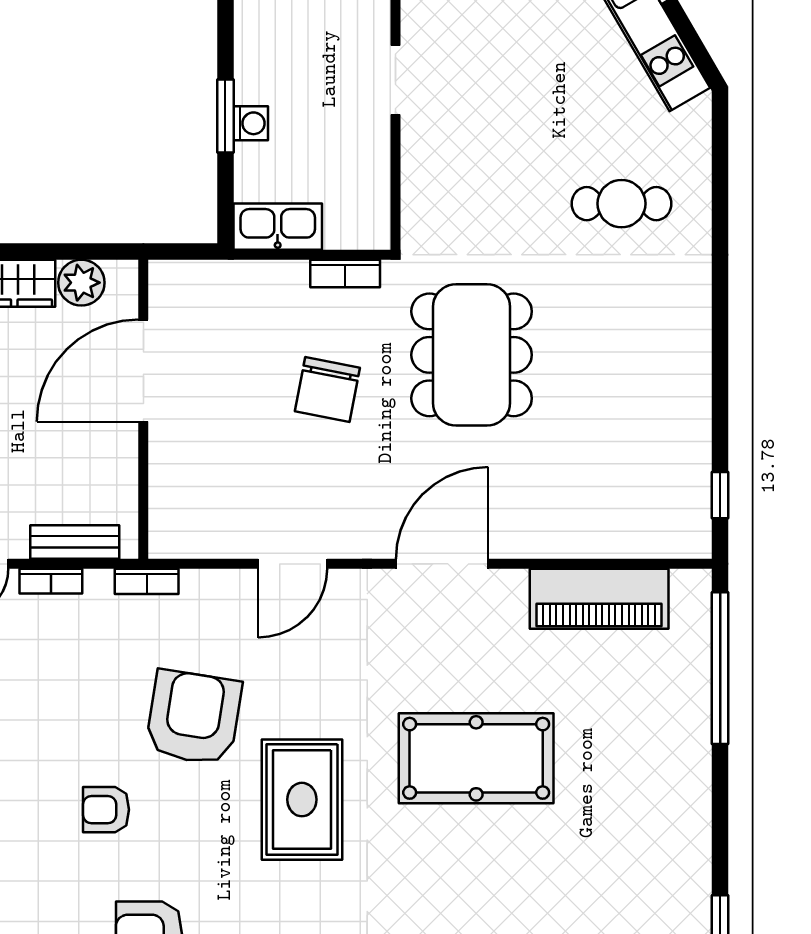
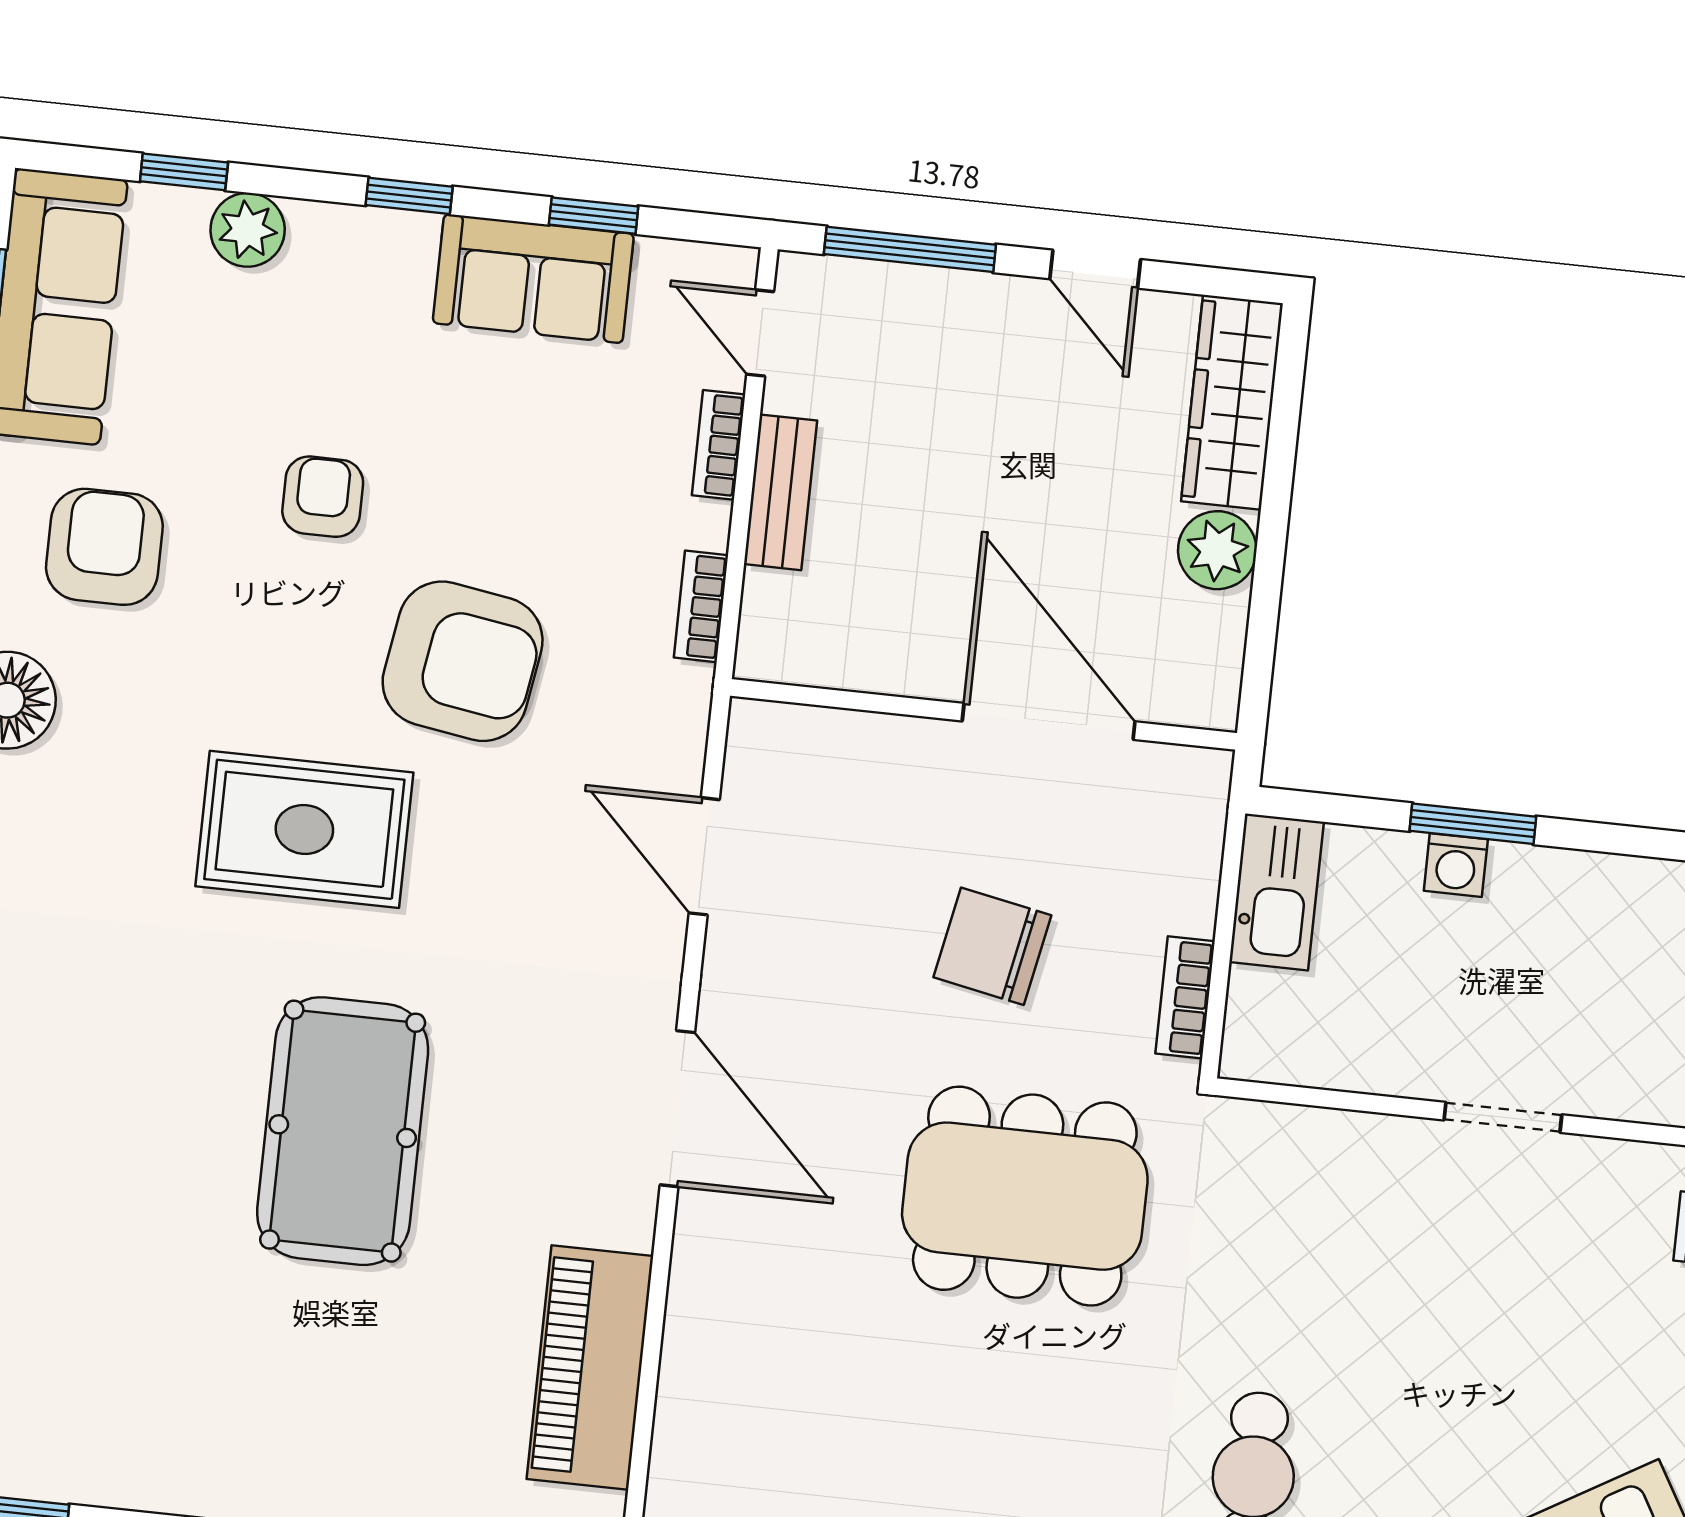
door: (143, 371) -> (1049, 721), moved
wall: (143, 409) -> (983, 714), moved

